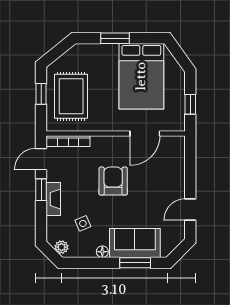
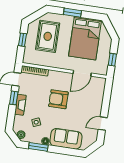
rug: (71, 96) -> (48, 36), moved
armchair: (113, 181) -> (58, 99), turned -90
window: (135, 263) -> (38, 147), moved

